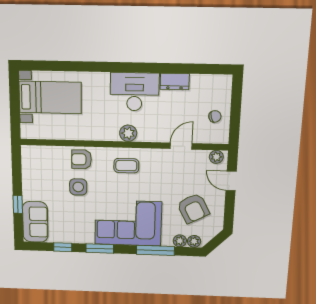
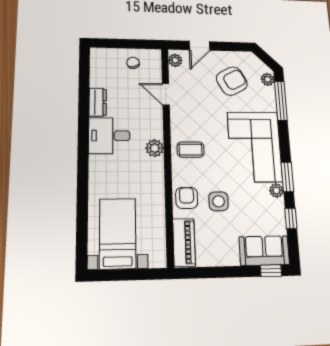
desk: (134, 92) -> (109, 136), width x0.73
piano: (42, 155) -> (184, 242), added
armchair: (82, 159) -> (187, 198), turned 180
coffee table: (126, 166) -> (191, 150), turned 90
window: (18, 204) -> (271, 271), moved
plant: (180, 241) -> (276, 191), moved
window: (155, 250) -> (281, 101), moved

